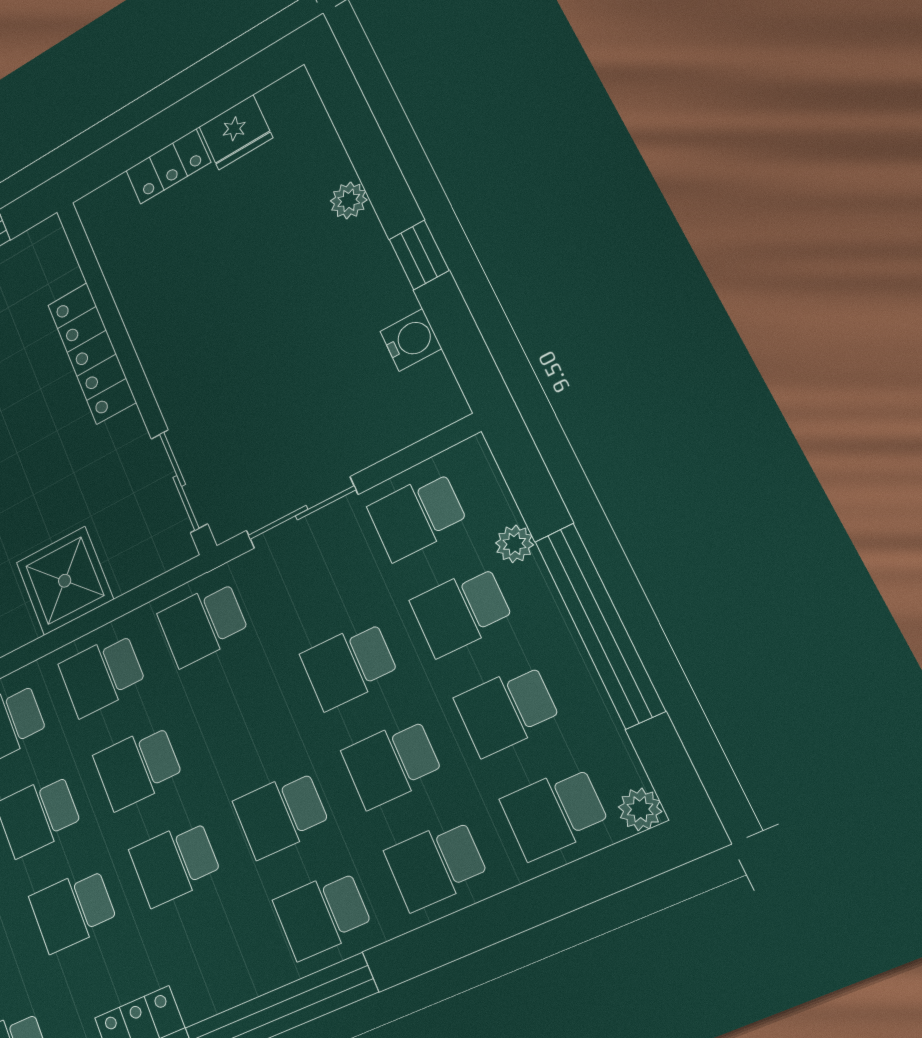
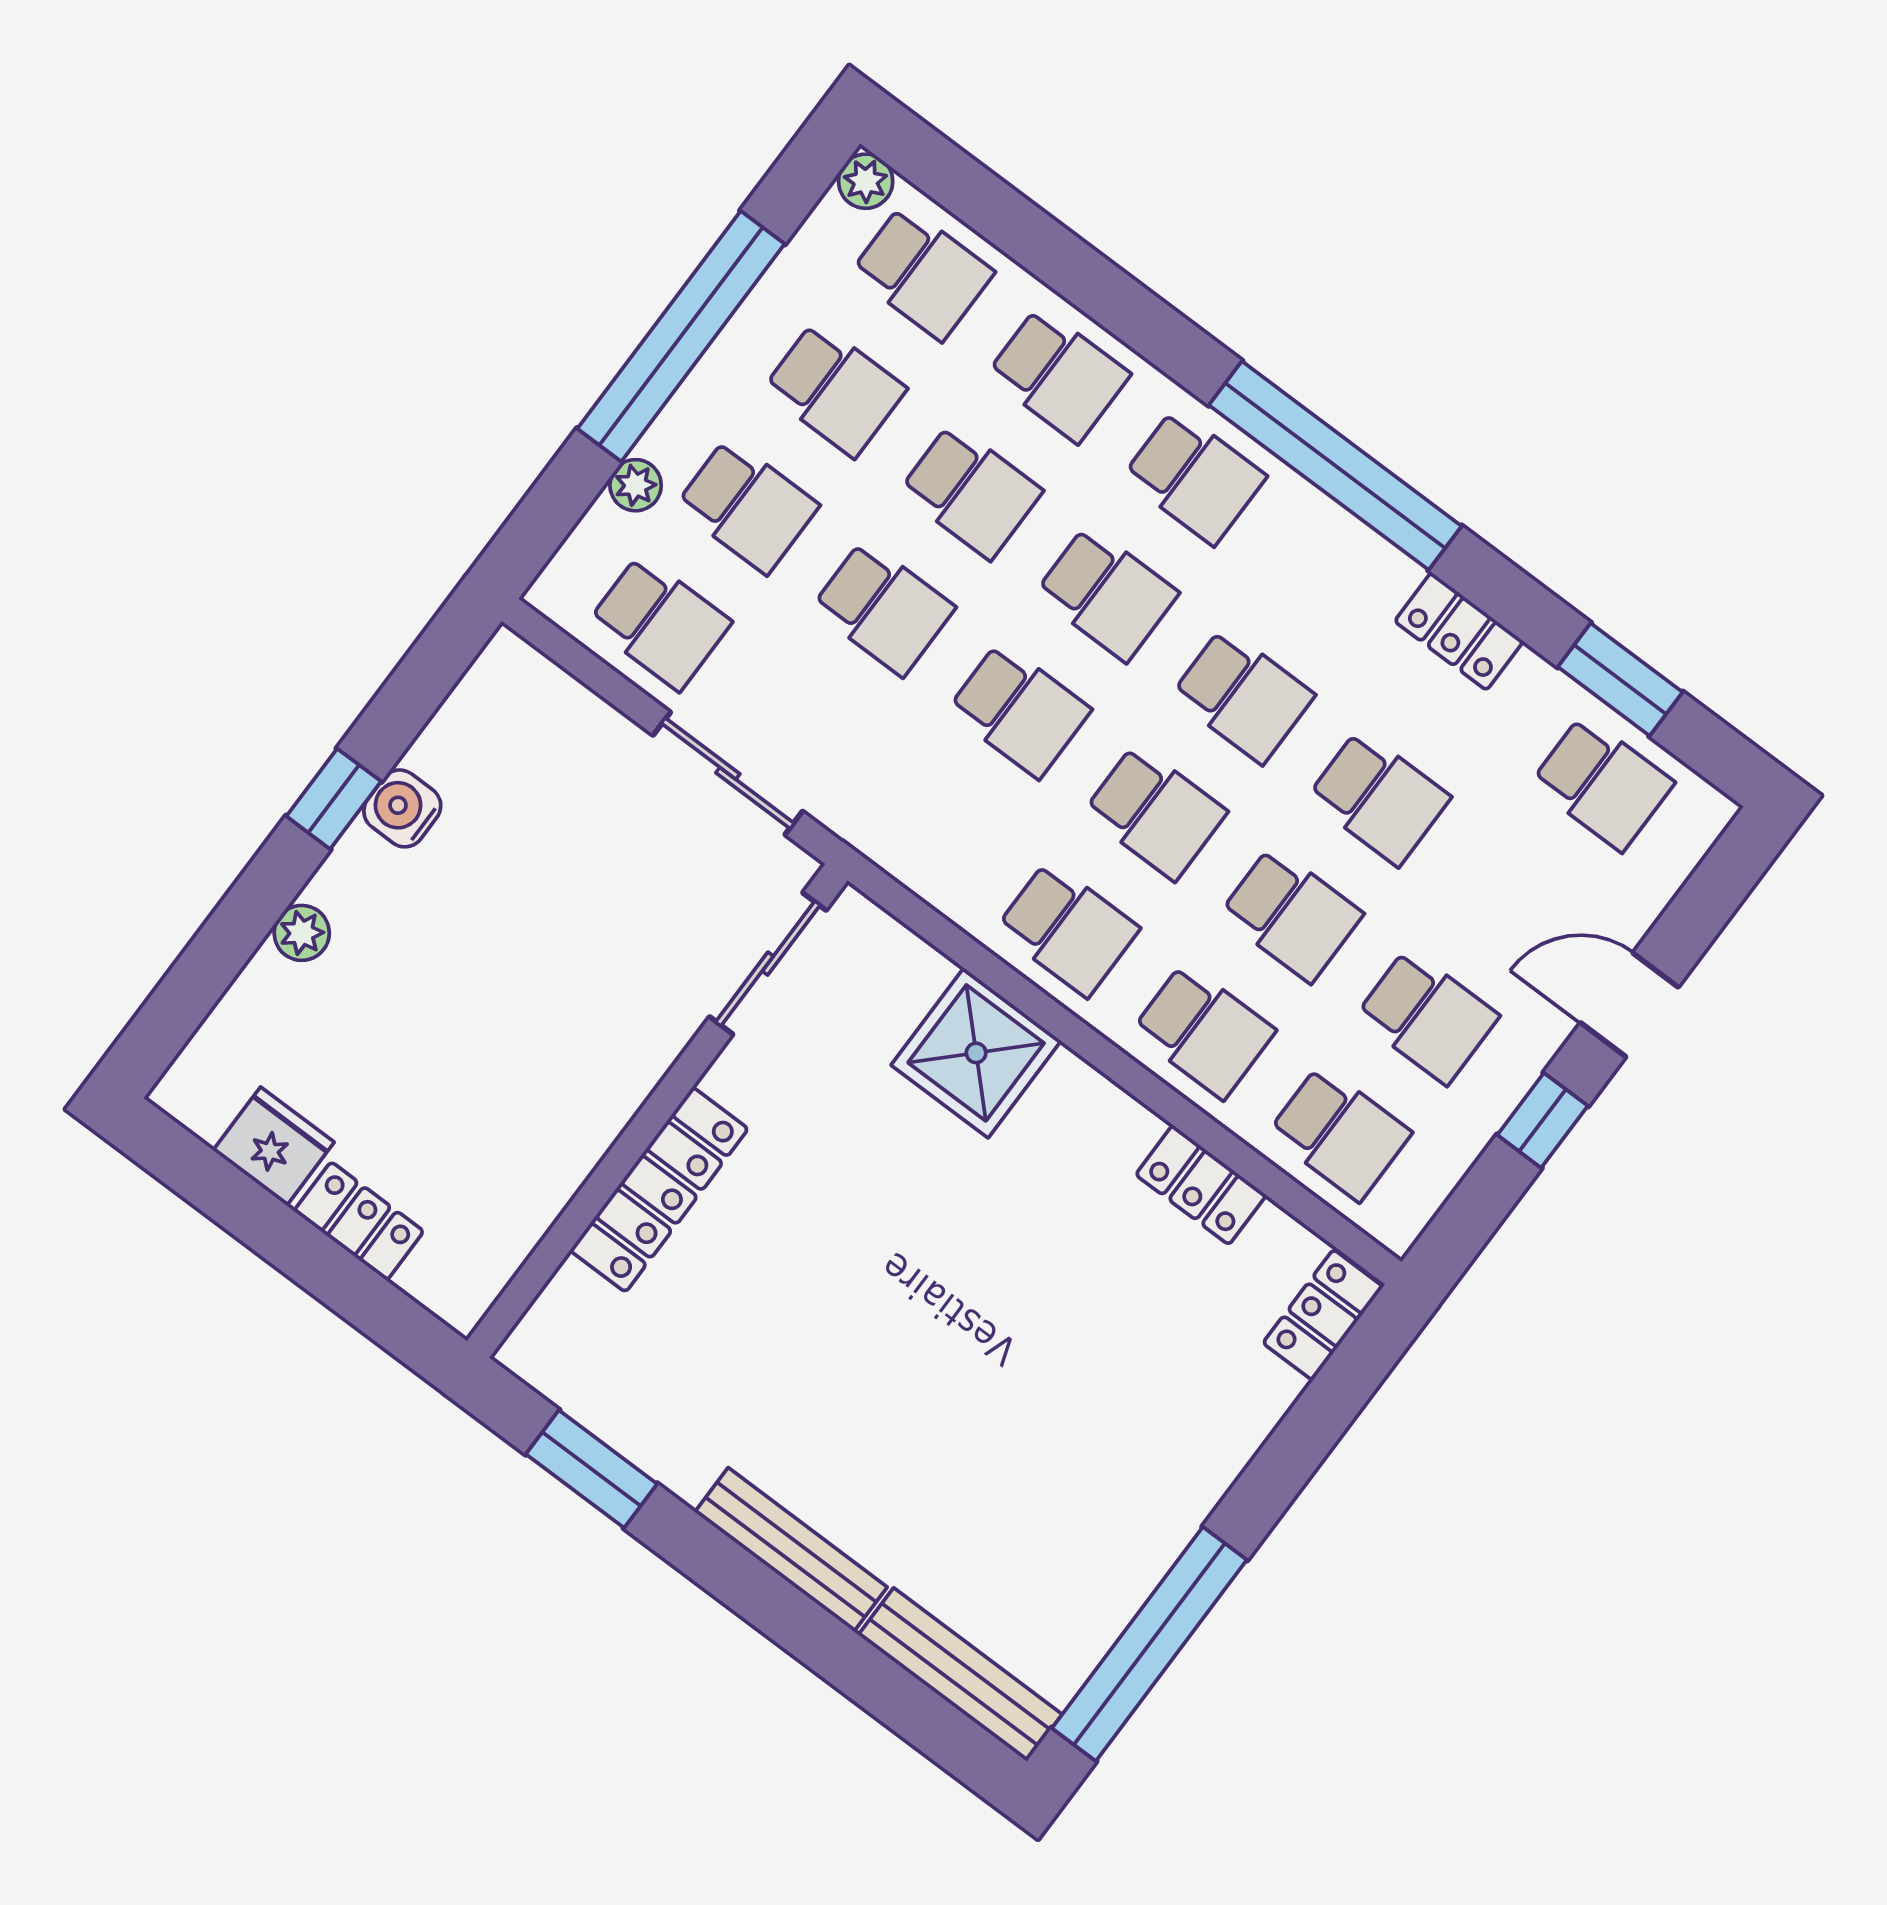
water cooler: (411, 340) -> (402, 808), moved
school desk: (203, 624) -> (1019, 710), moved

